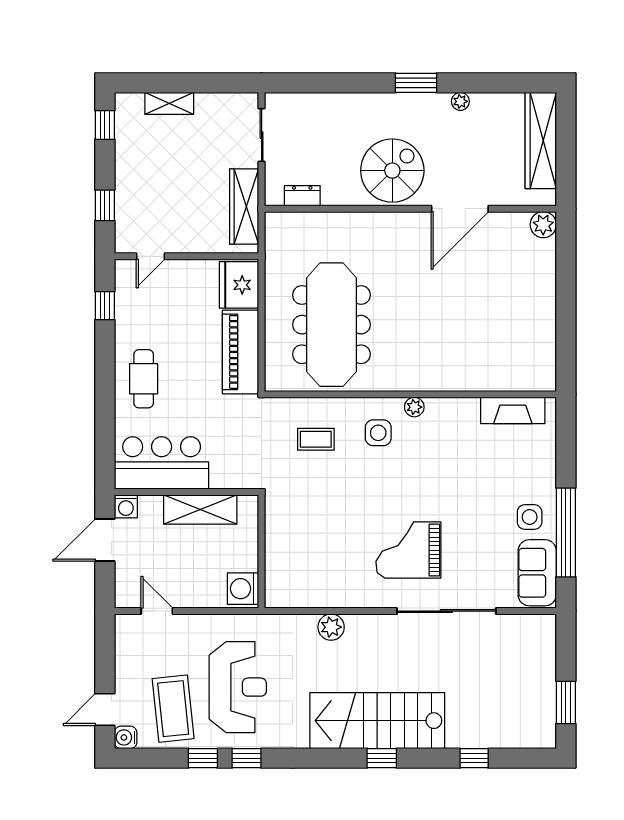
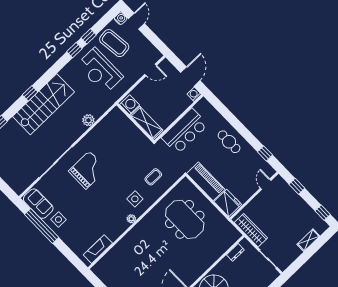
meeting table: (331, 325) -> (185, 219), width x0.73
bar counter: (162, 463) -> (185, 131), moved
shelving: (200, 509) -> (146, 123), moved, turned 90

